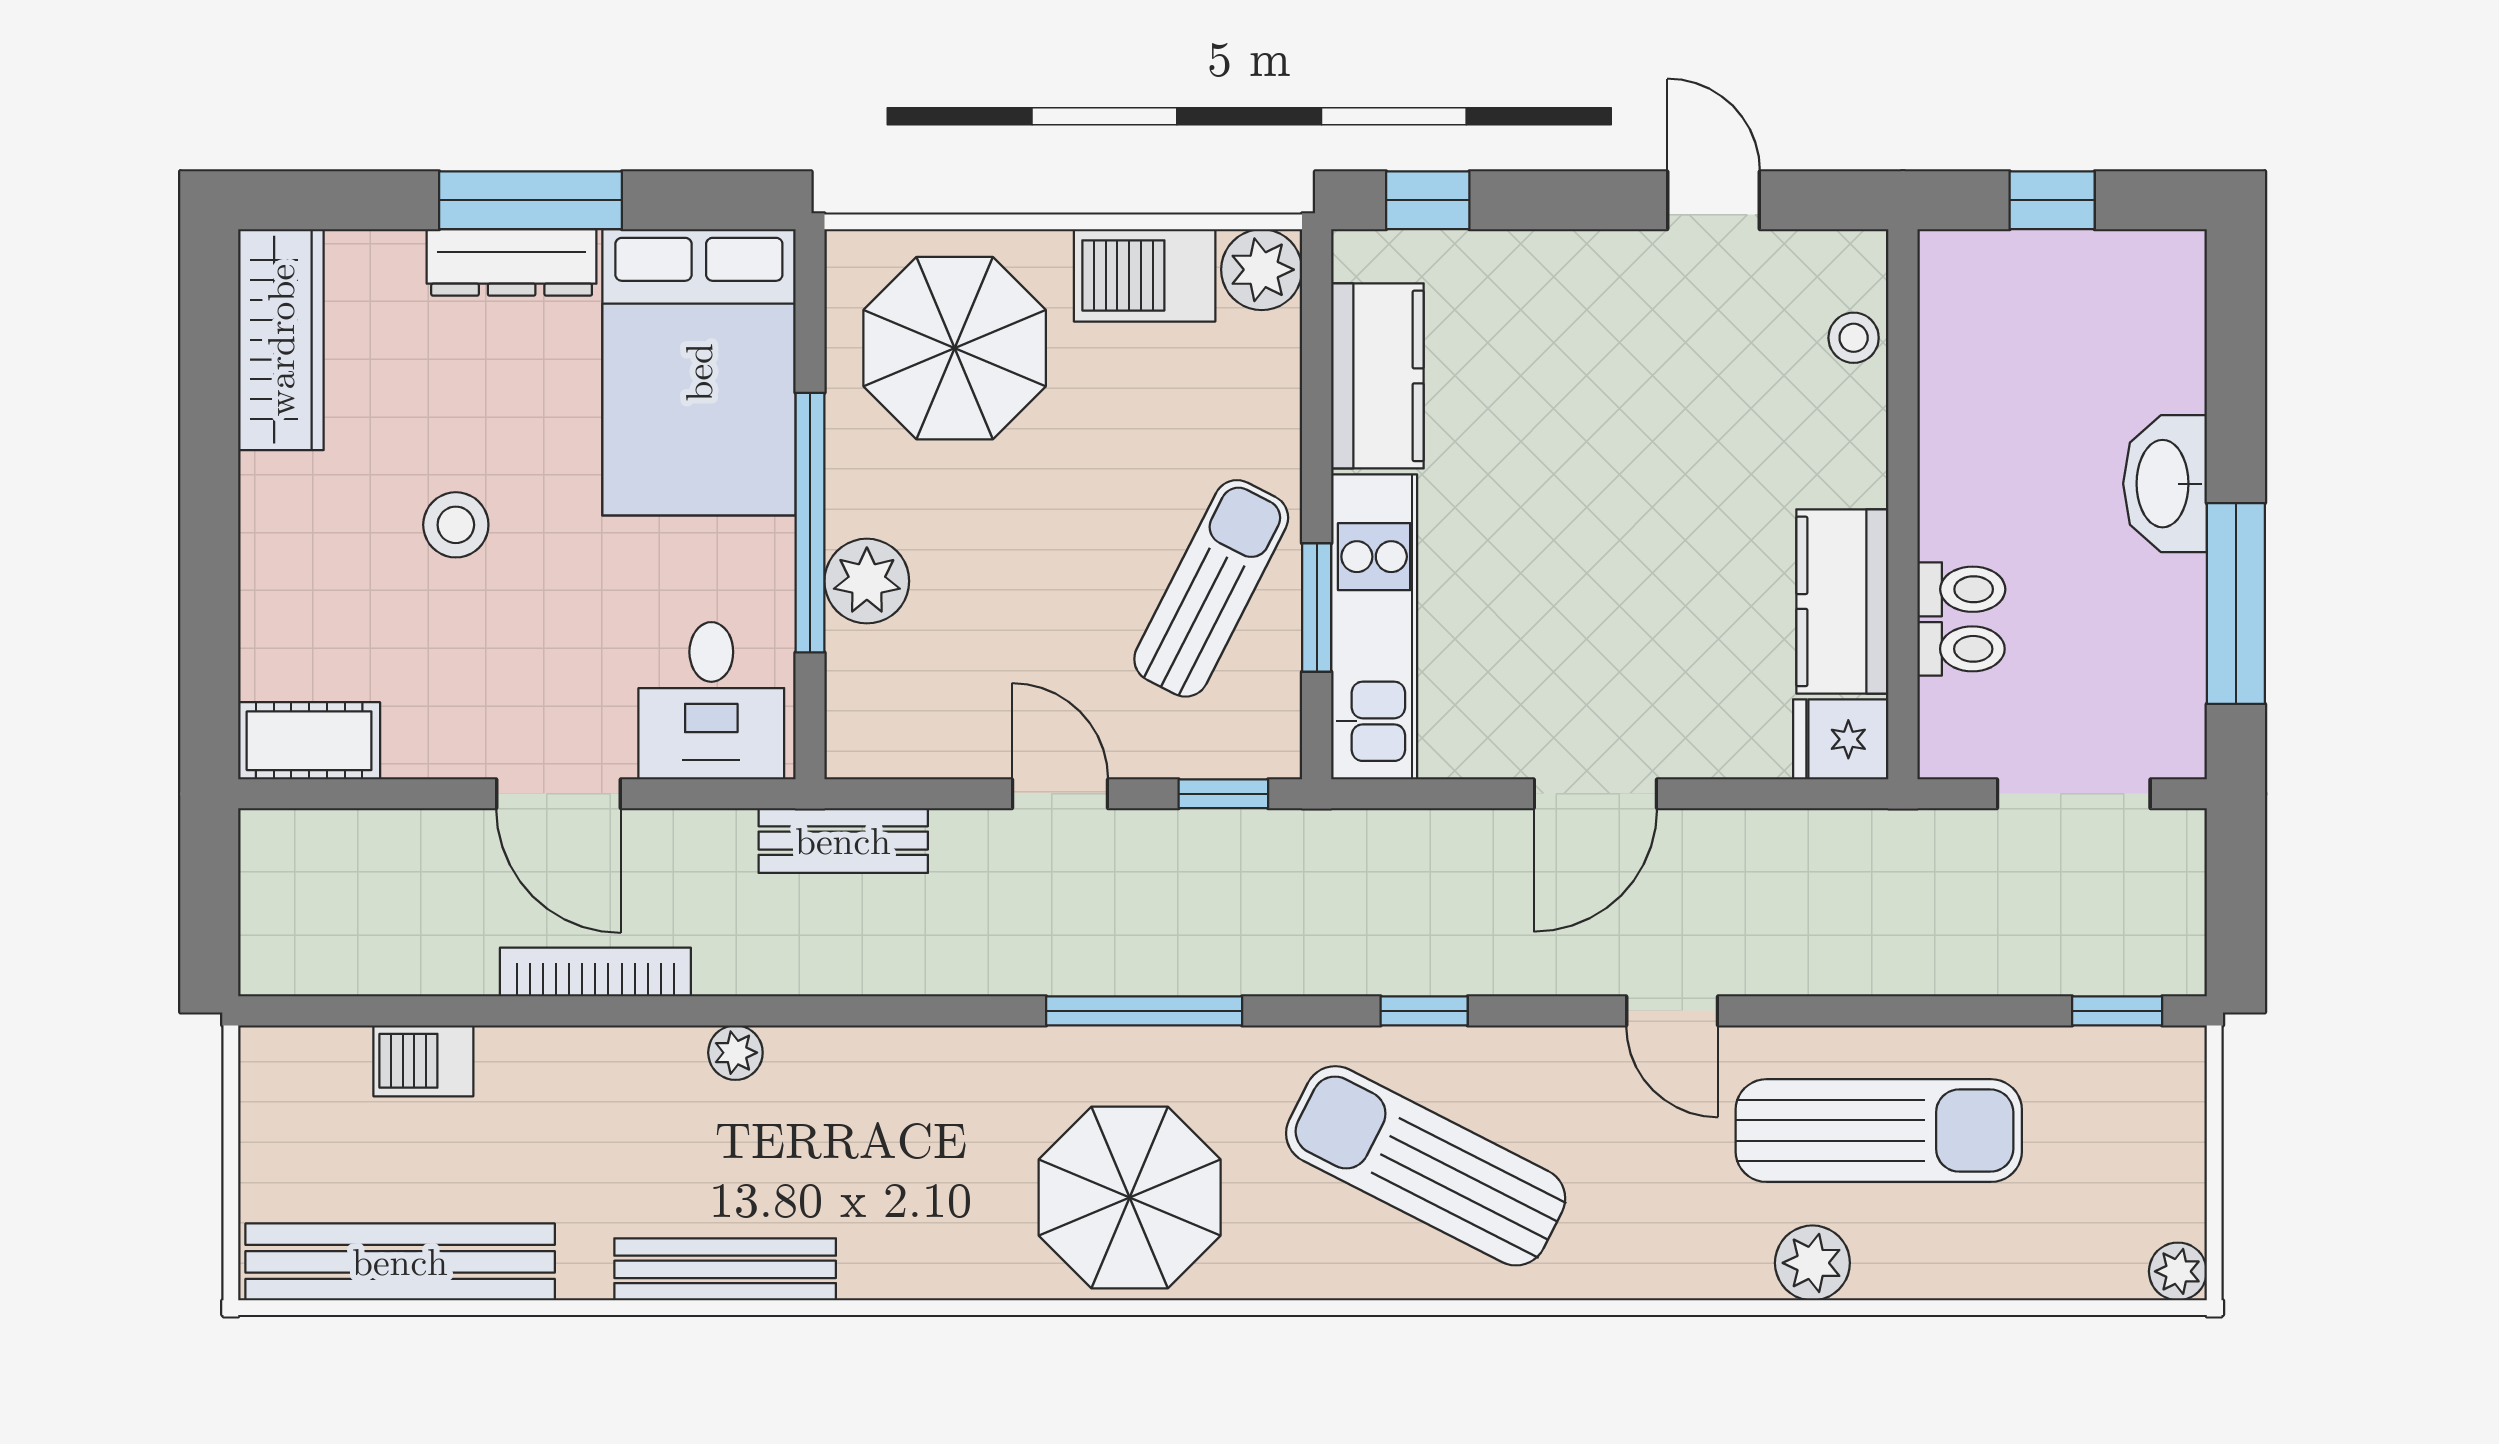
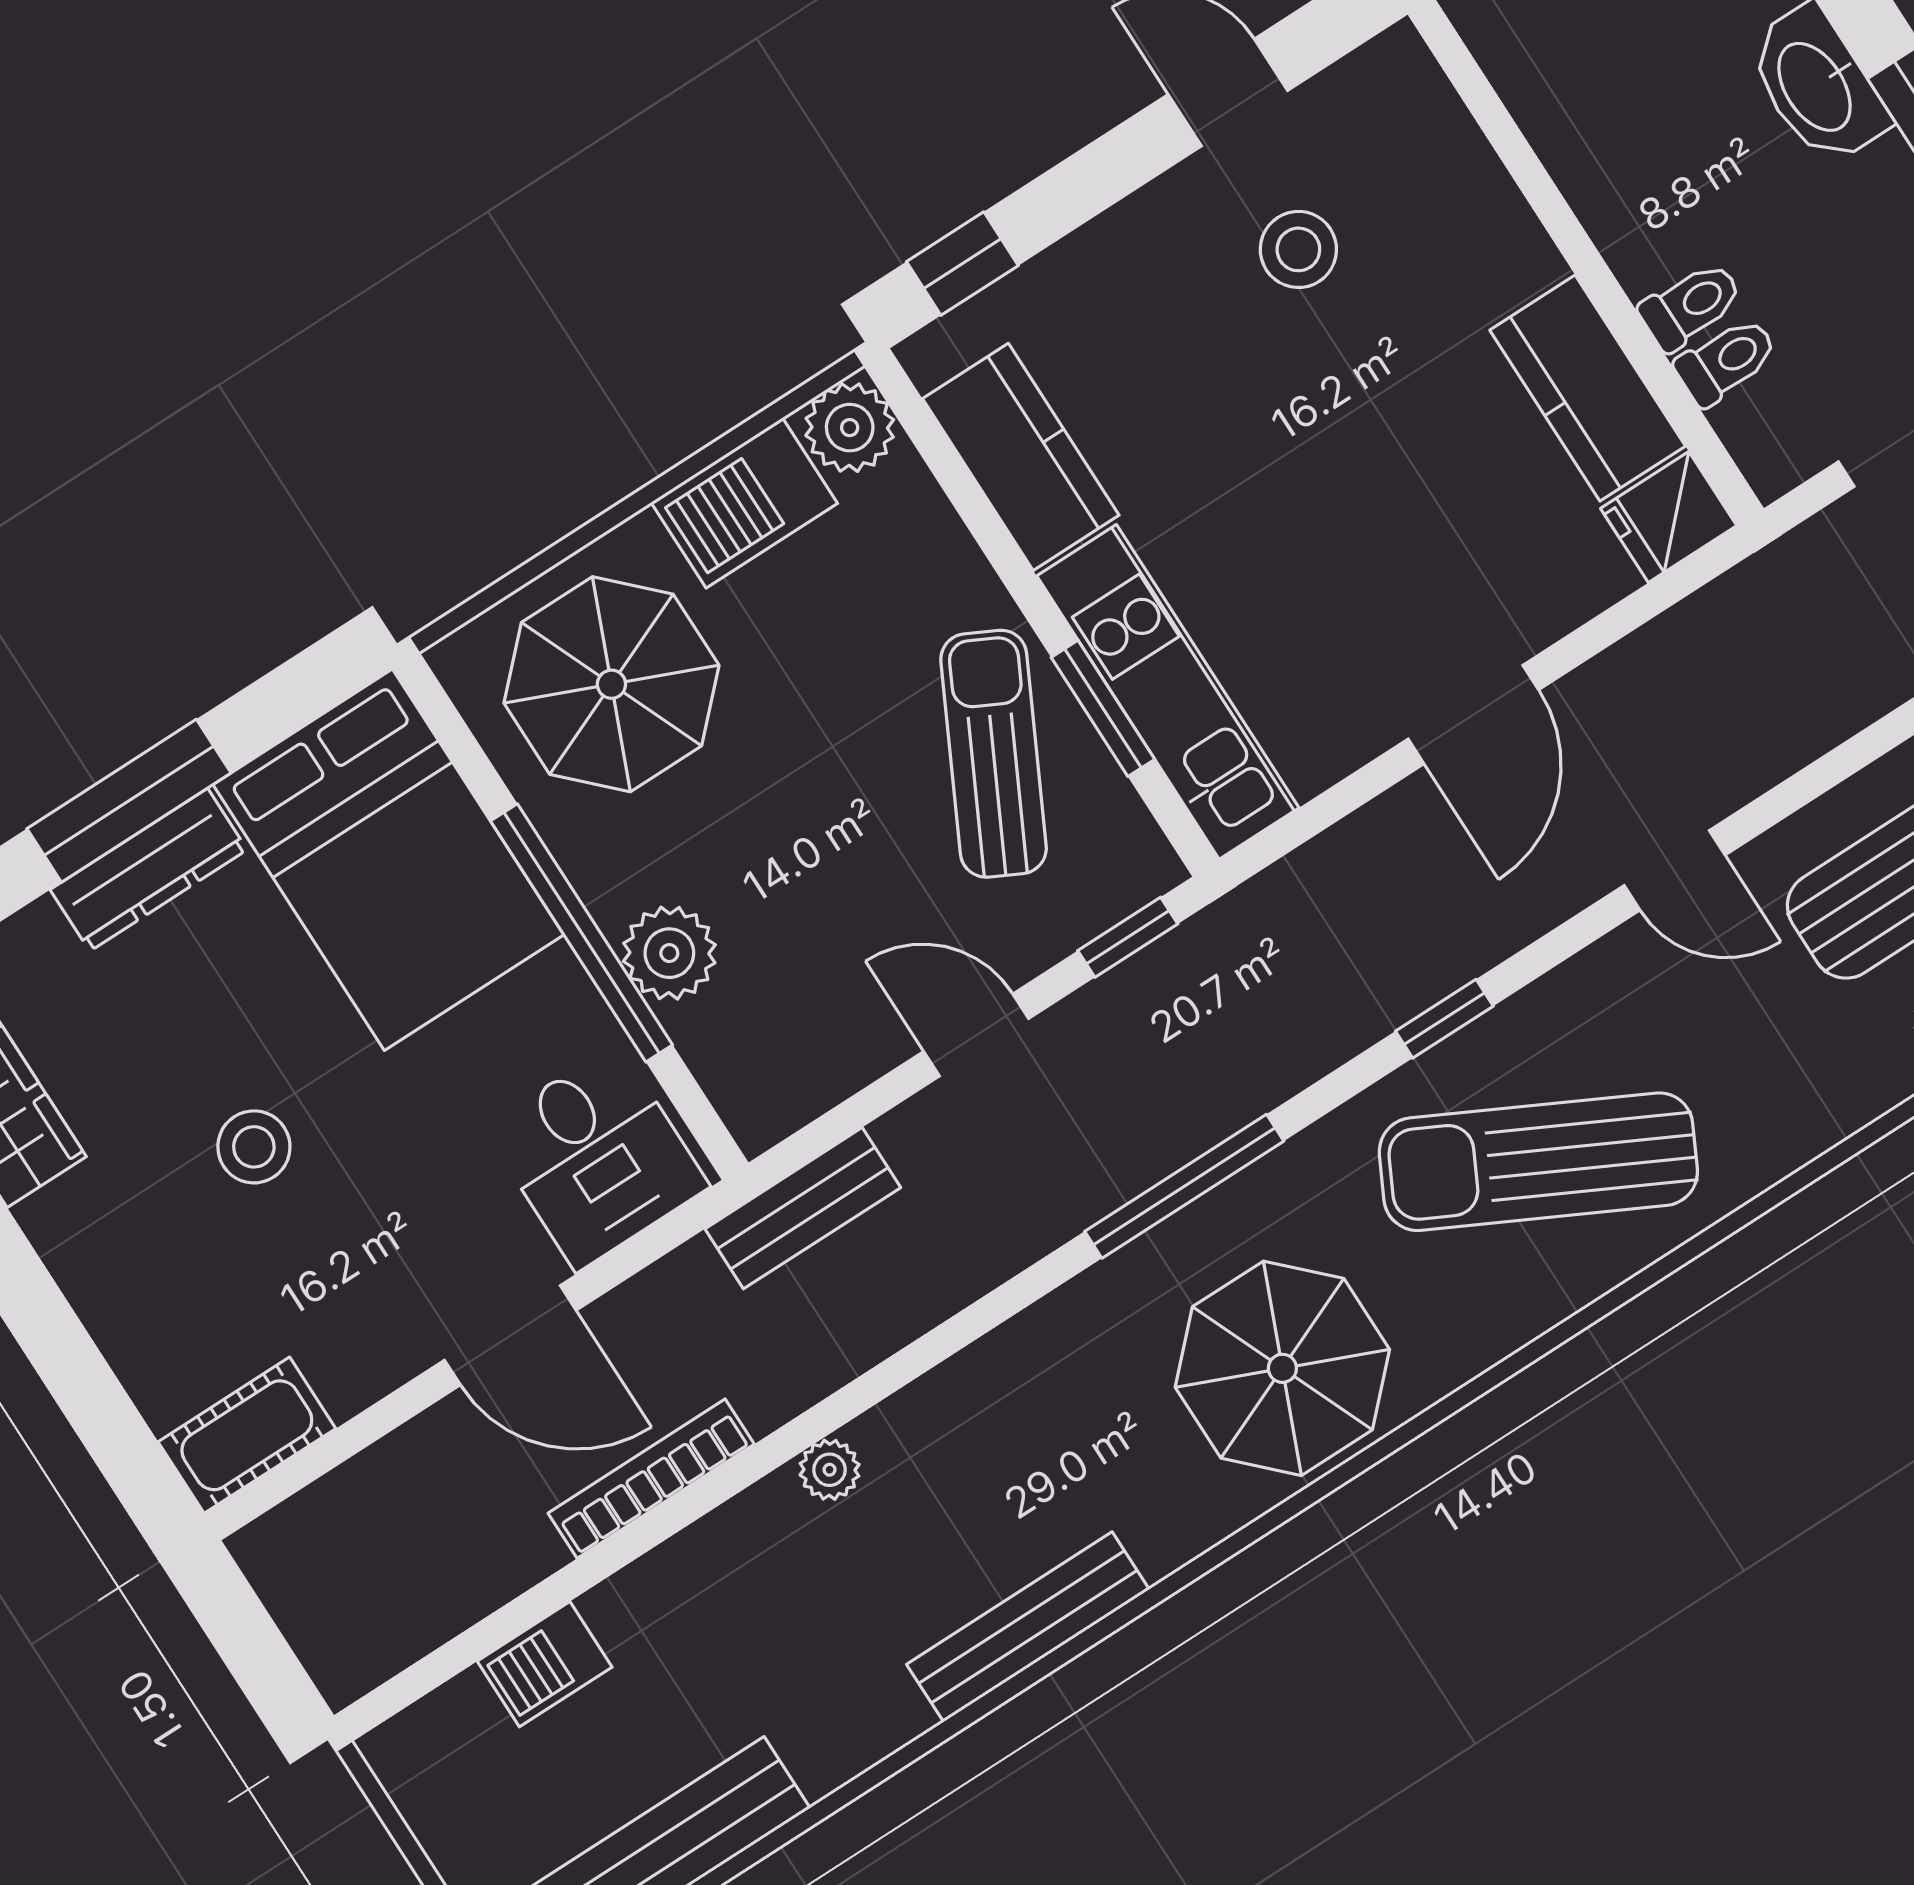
stool: (1854, 338) -> (1298, 249), moved, width x1.37, depth x1.37
bench: (725, 1269) -> (1028, 1627), moved

